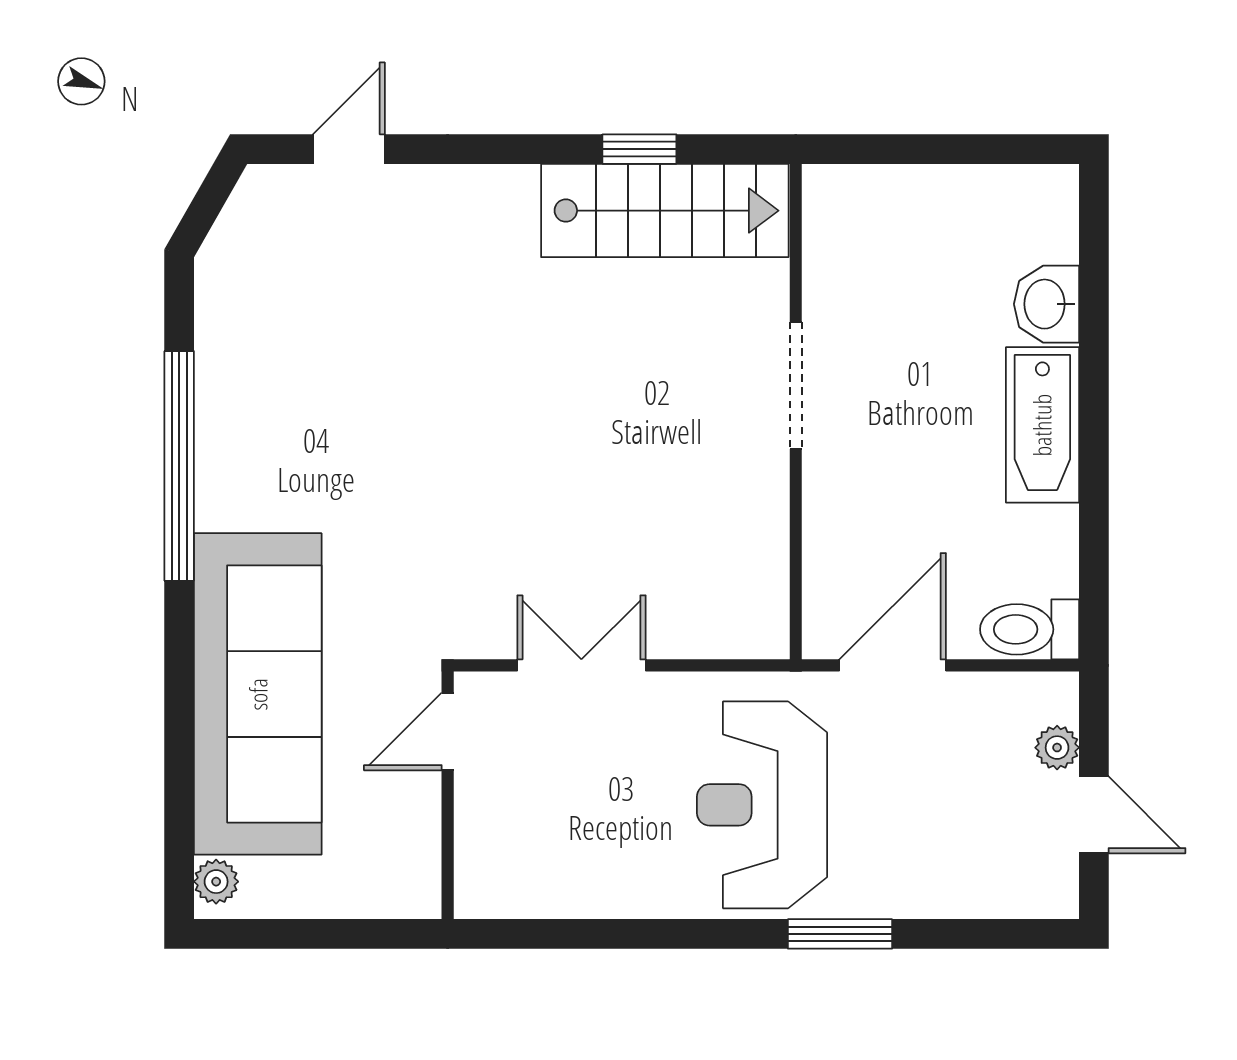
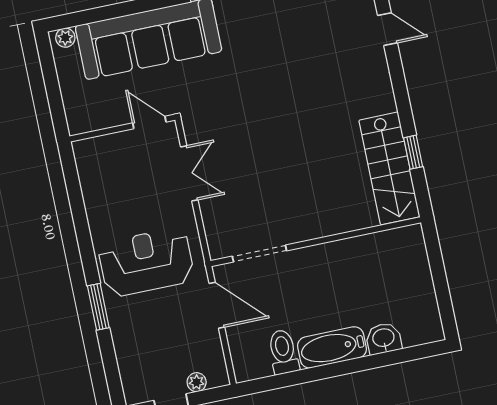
doorway: (796, 386) -> (259, 254), moved
toilet: (1030, 629) -> (283, 352), moved

